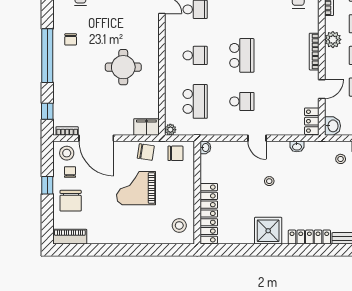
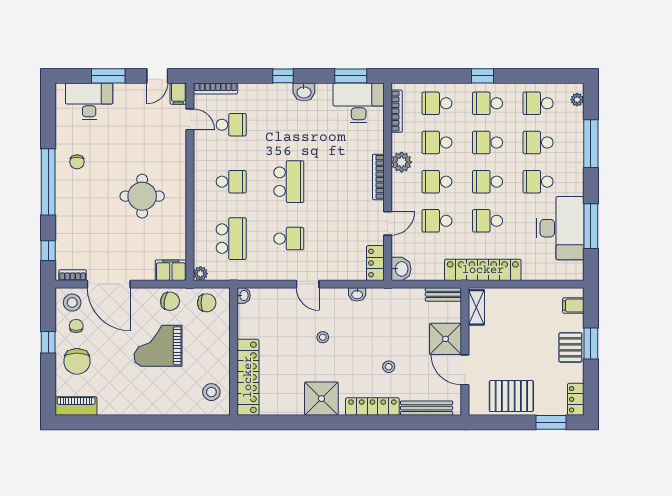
stool: (341, 159) -> (389, 367), moved

